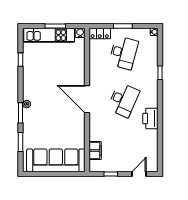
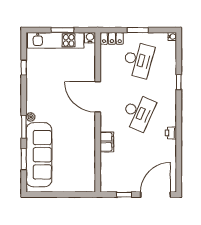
door: (87, 99) -> (98, 97), moved
printer: (150, 119) -> (171, 133), width x0.53, depth x0.68
filing cabinet: (95, 151) -> (107, 142), moved
sofa: (56, 160) -> (39, 155), moved, turned 90
door: (139, 174) -> (156, 195), width x1.87

